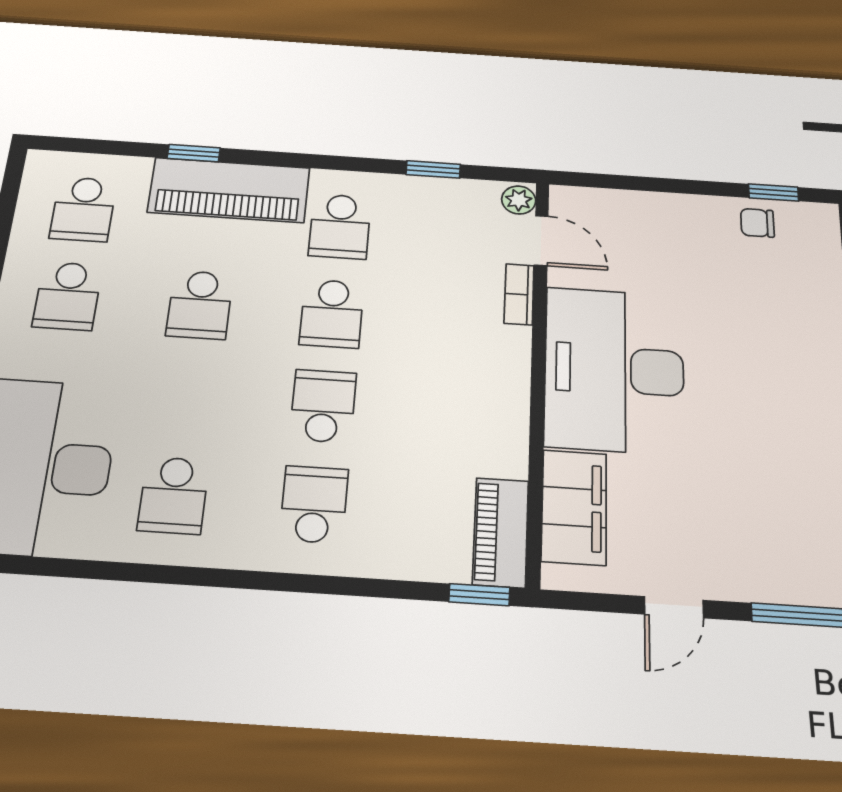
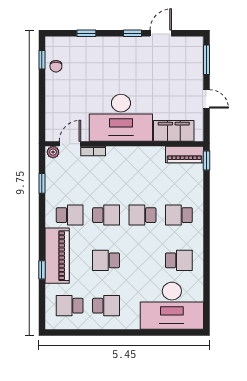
school desk: (83, 209) -> (70, 306), turned 180
school desk: (200, 305) -> (106, 260), turned 180

